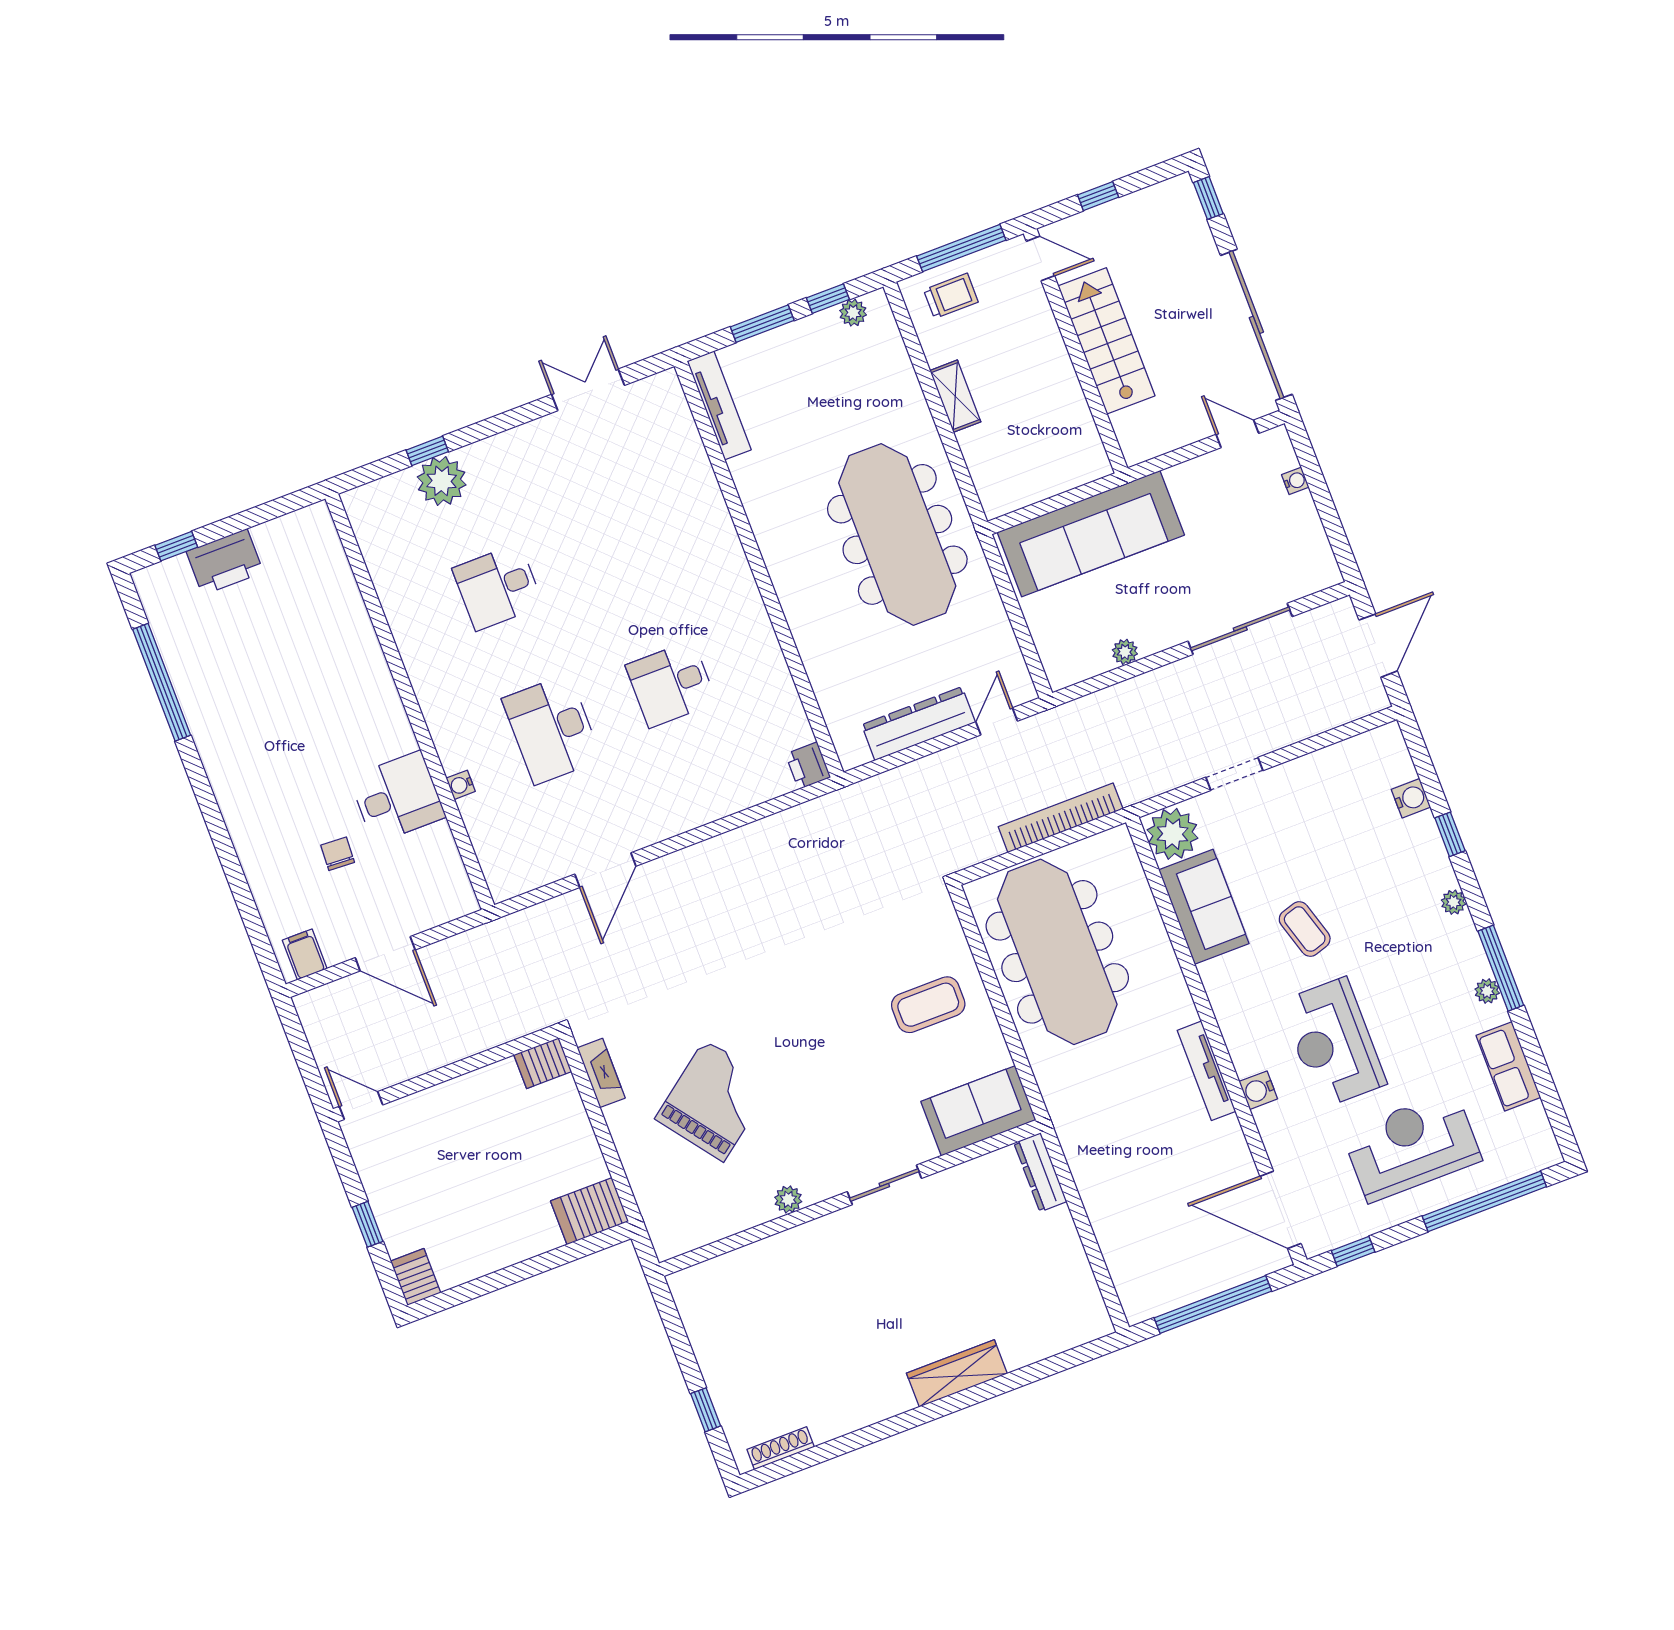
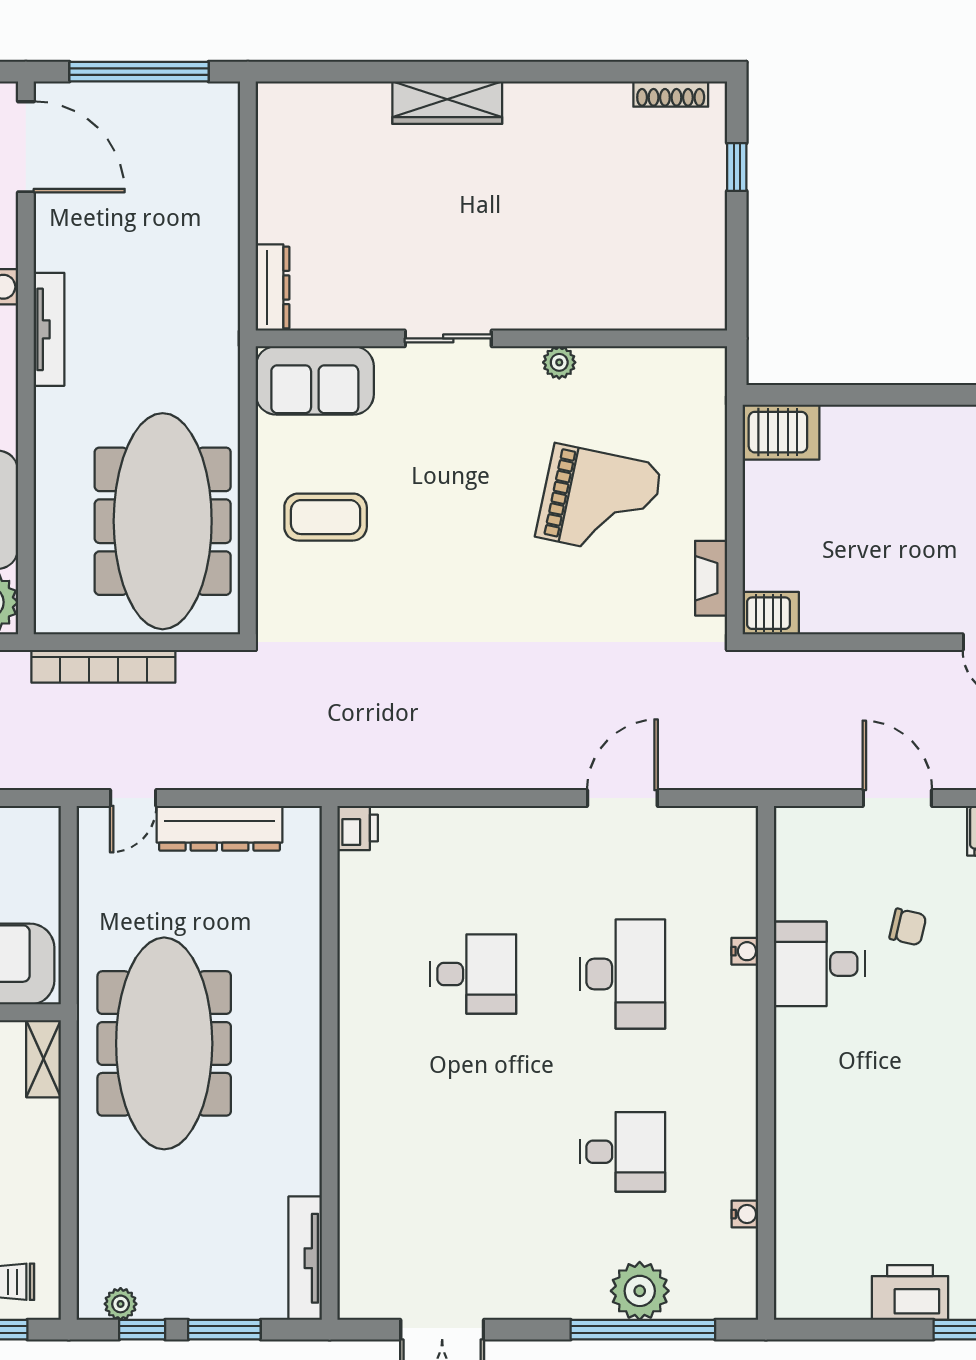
shelving: (955, 396) -> (44, 1059), moved
window: (427, 451) -> (643, 1330), width x3.17
water cooler: (381, 574) -> (745, 1214), added
chair: (338, 854) -> (908, 927), turned -80
grand piano: (714, 1101) -> (599, 501), turned -131

